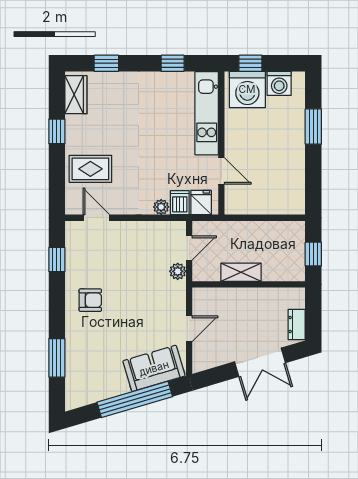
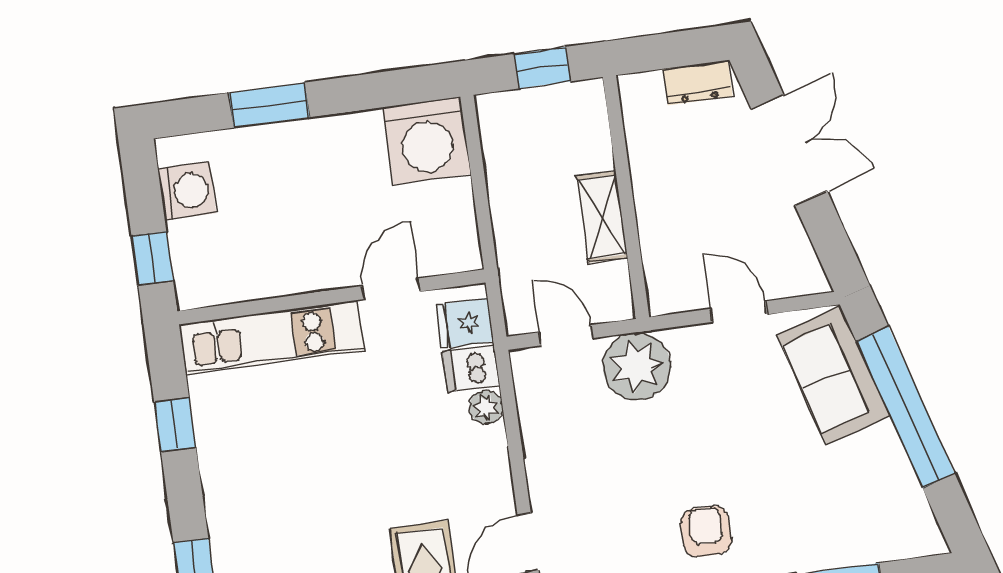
washing machine: (247, 89) -> (427, 141), moved, turned 90
plant: (178, 271) -> (637, 366), width x1.88, depth x1.88

